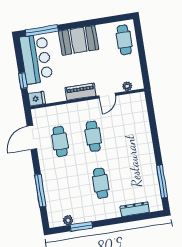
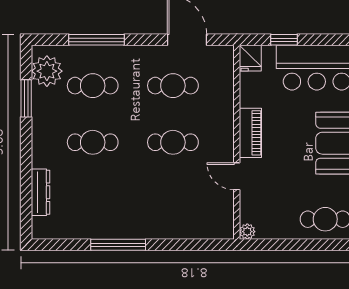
plant: (127, 86) -> (247, 232), moved
window: (162, 181) -> (118, 245), moved
cafe table: (67, 189) -> (93, 86), added
plant: (68, 220) -> (47, 71), width x1.88, depth x1.88

